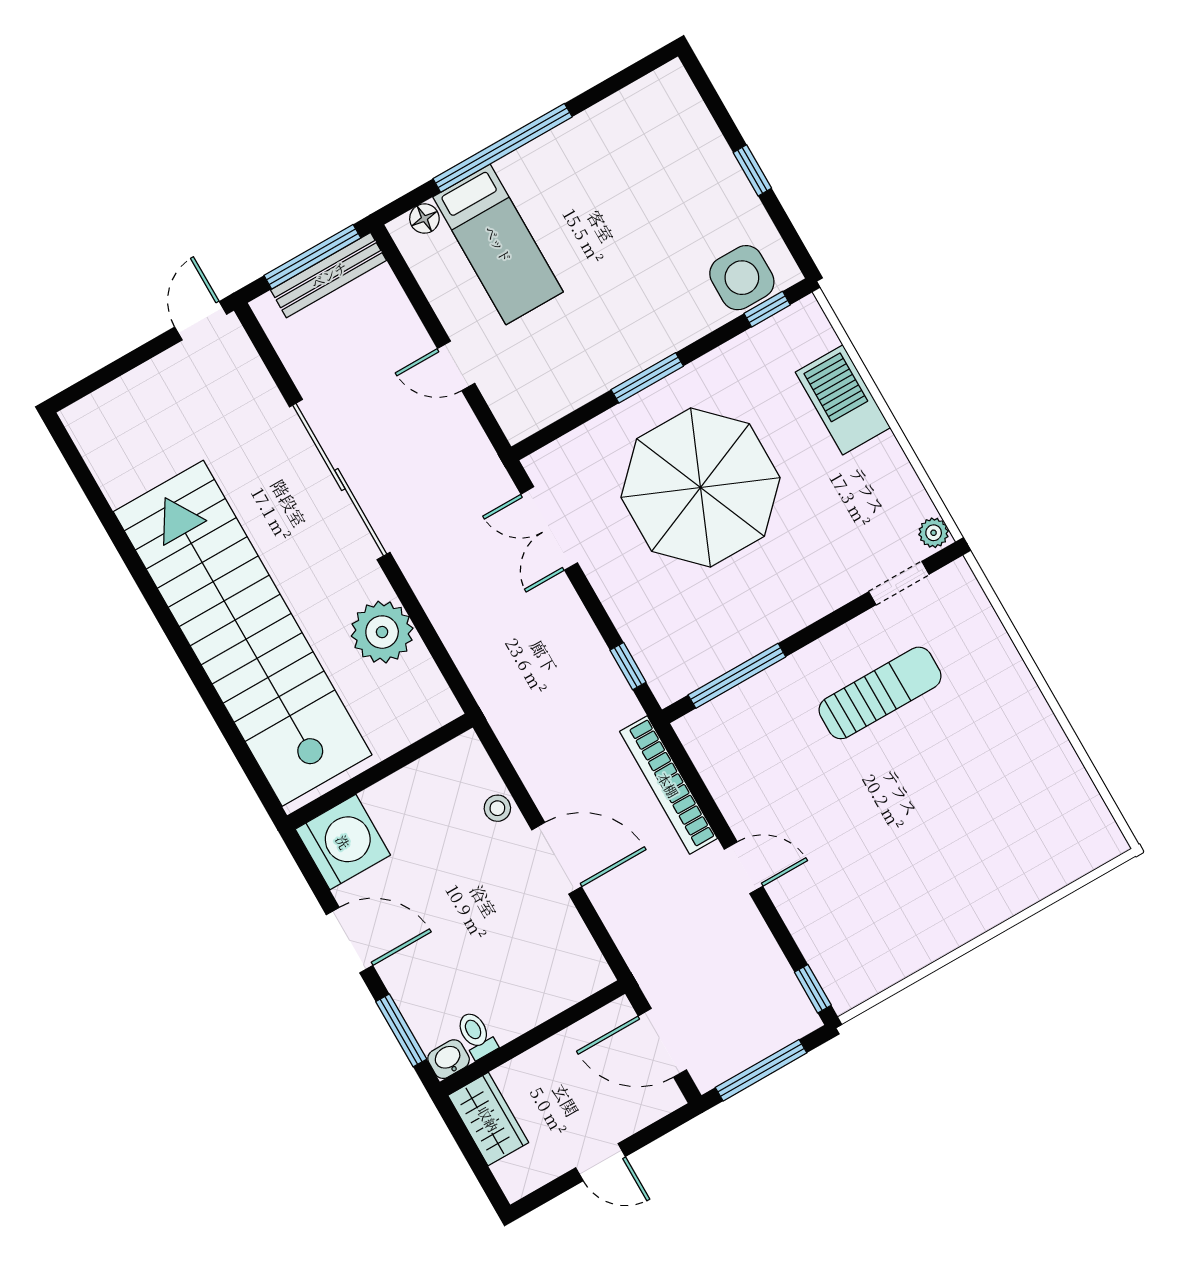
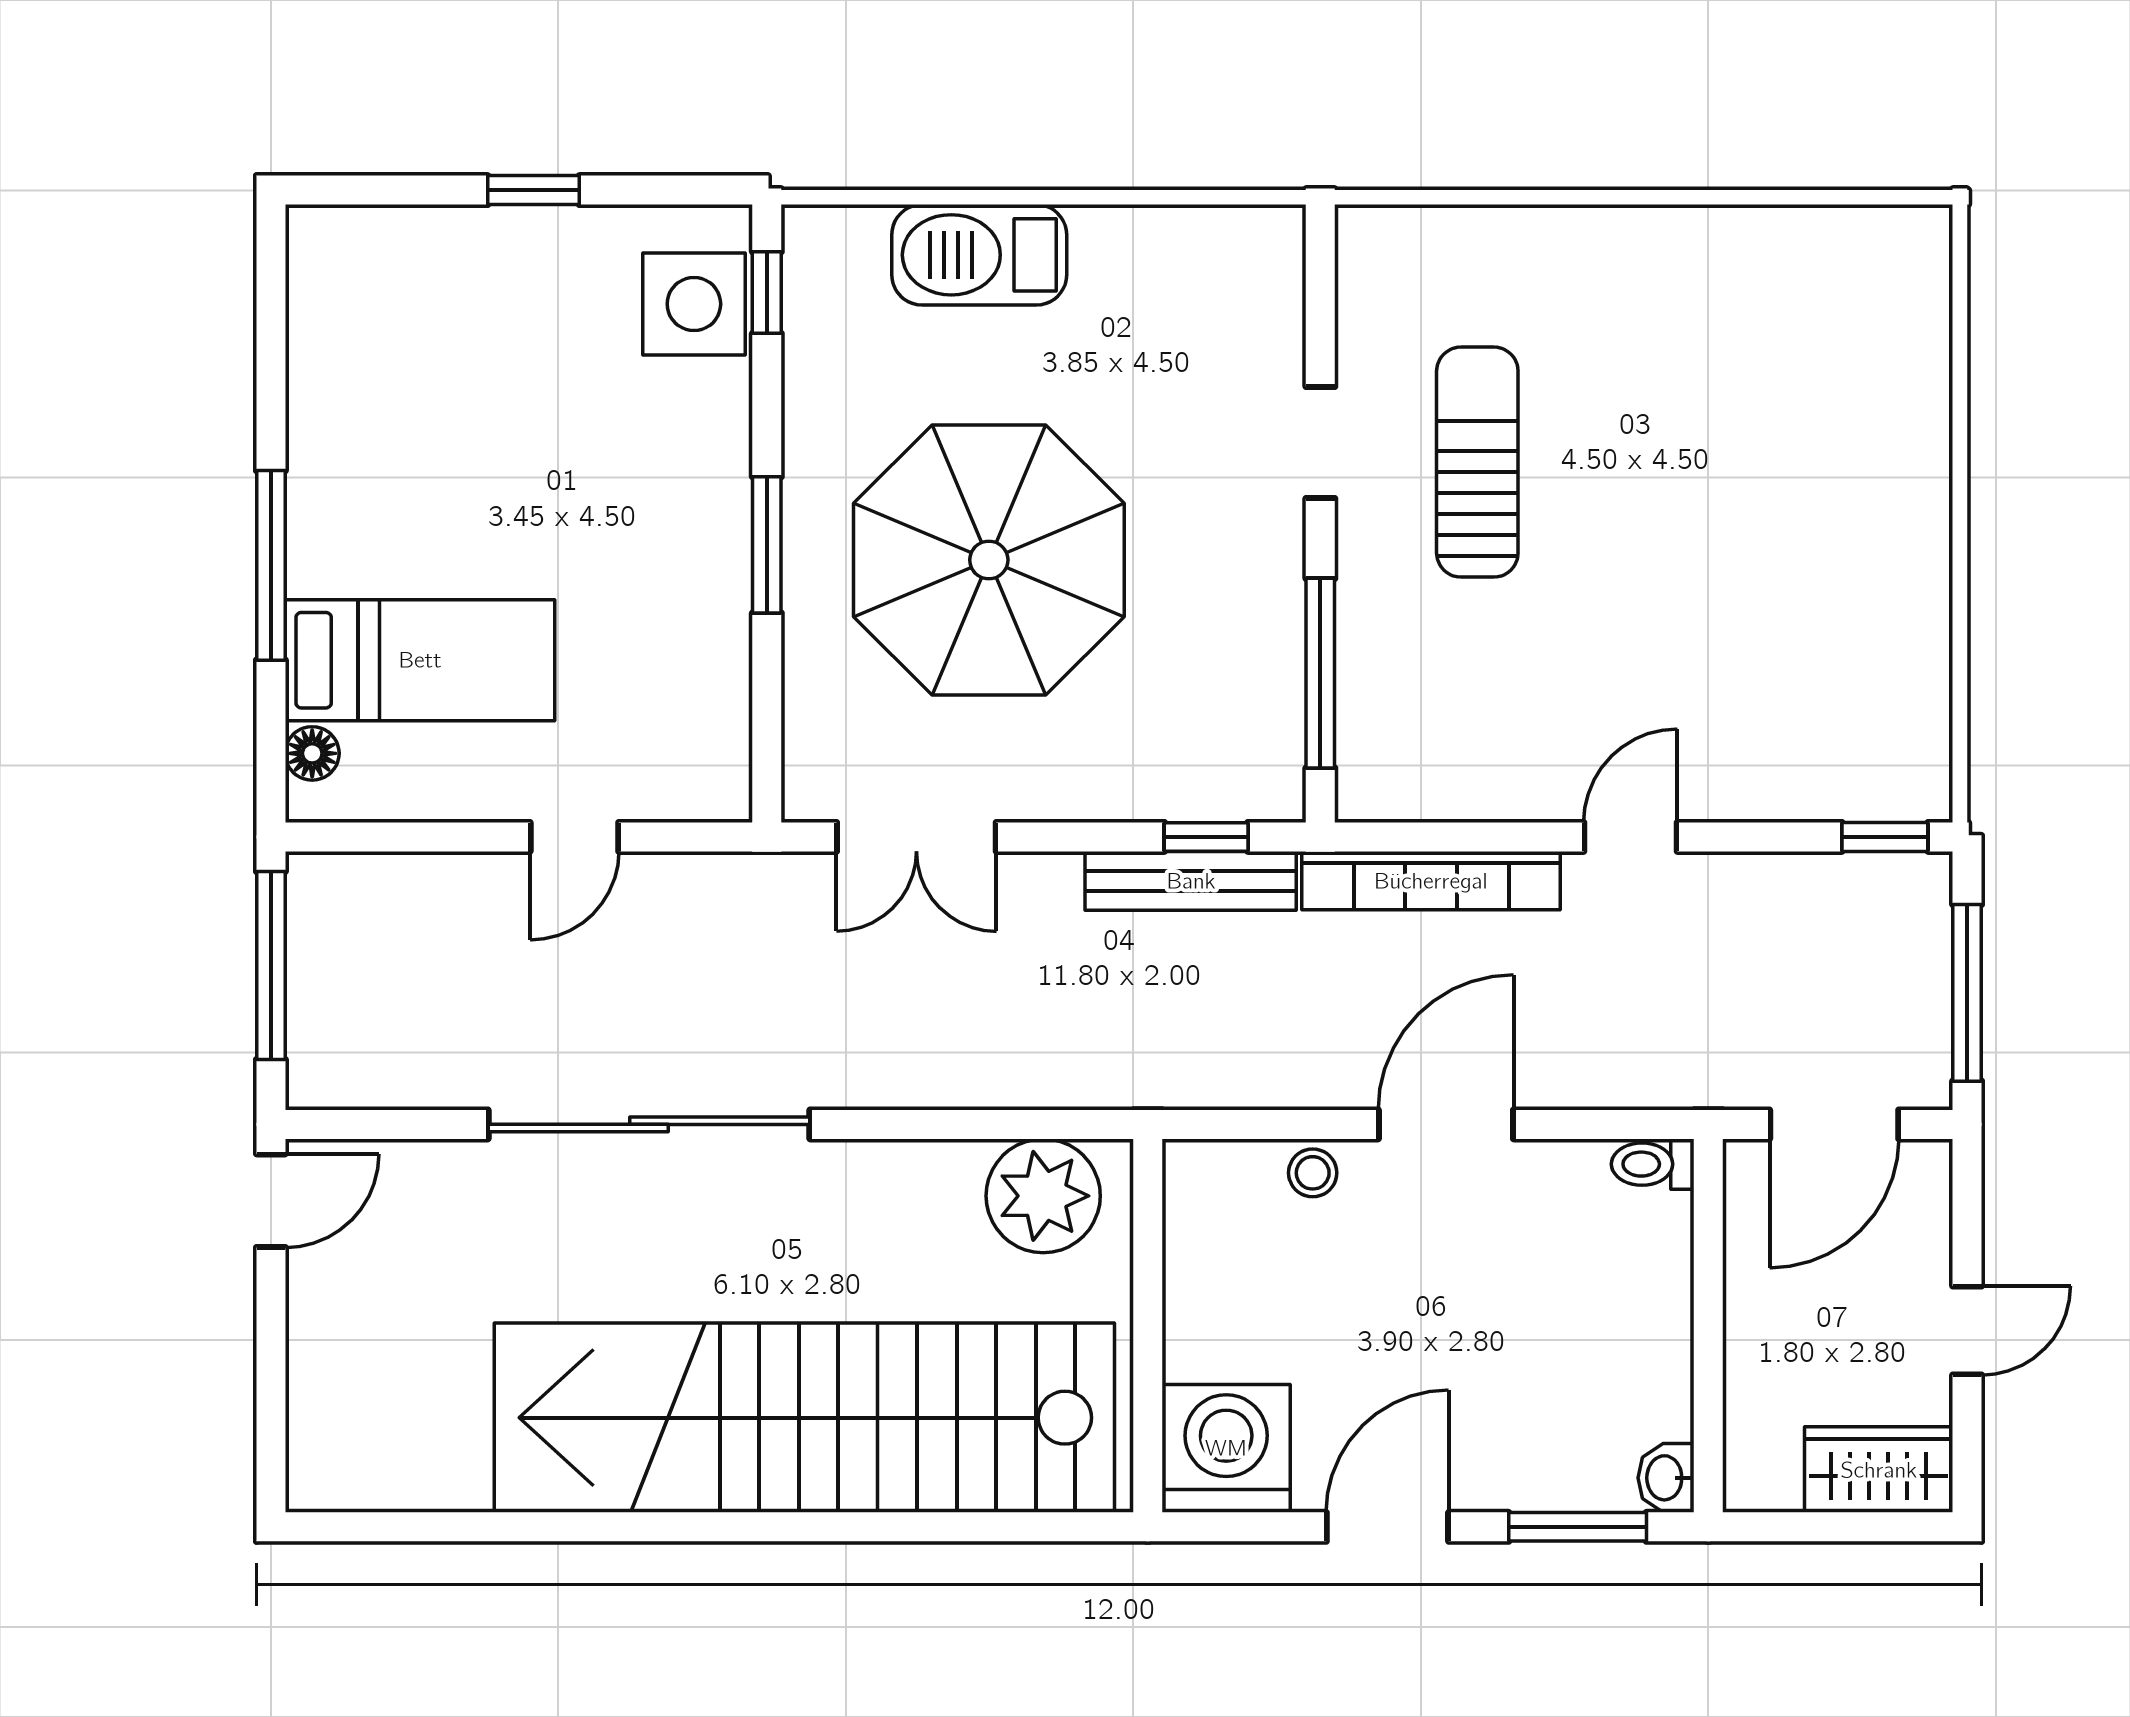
window: (503, 148) -> (271, 565), width x0.68
bench: (329, 275) -> (1191, 881), moved, turned 90
door: (201, 321) -> (271, 1201), swing flipped
plant: (934, 533) -> (1272, 232), removed
doorway: (899, 583) -> (1320, 443), moved
plant: (382, 632) -> (1043, 1196), moved
toilet: (476, 1035) -> (1653, 1164), moved
wardrobe: (488, 1119) -> (1879, 1470), moved

